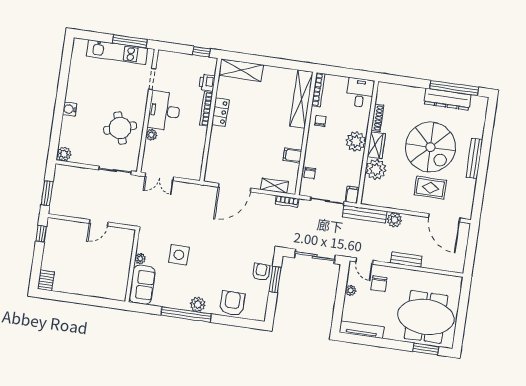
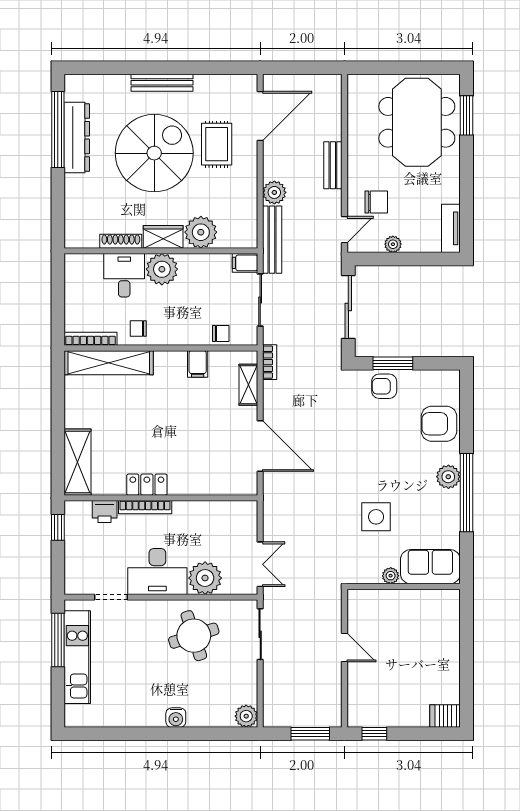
desk: (360, 93) -> (124, 275), moved, turned 90
plant: (151, 135) -> (205, 578), width x1.87, depth x1.87
tv unit: (362, 330) -> (451, 228), width x0.71

